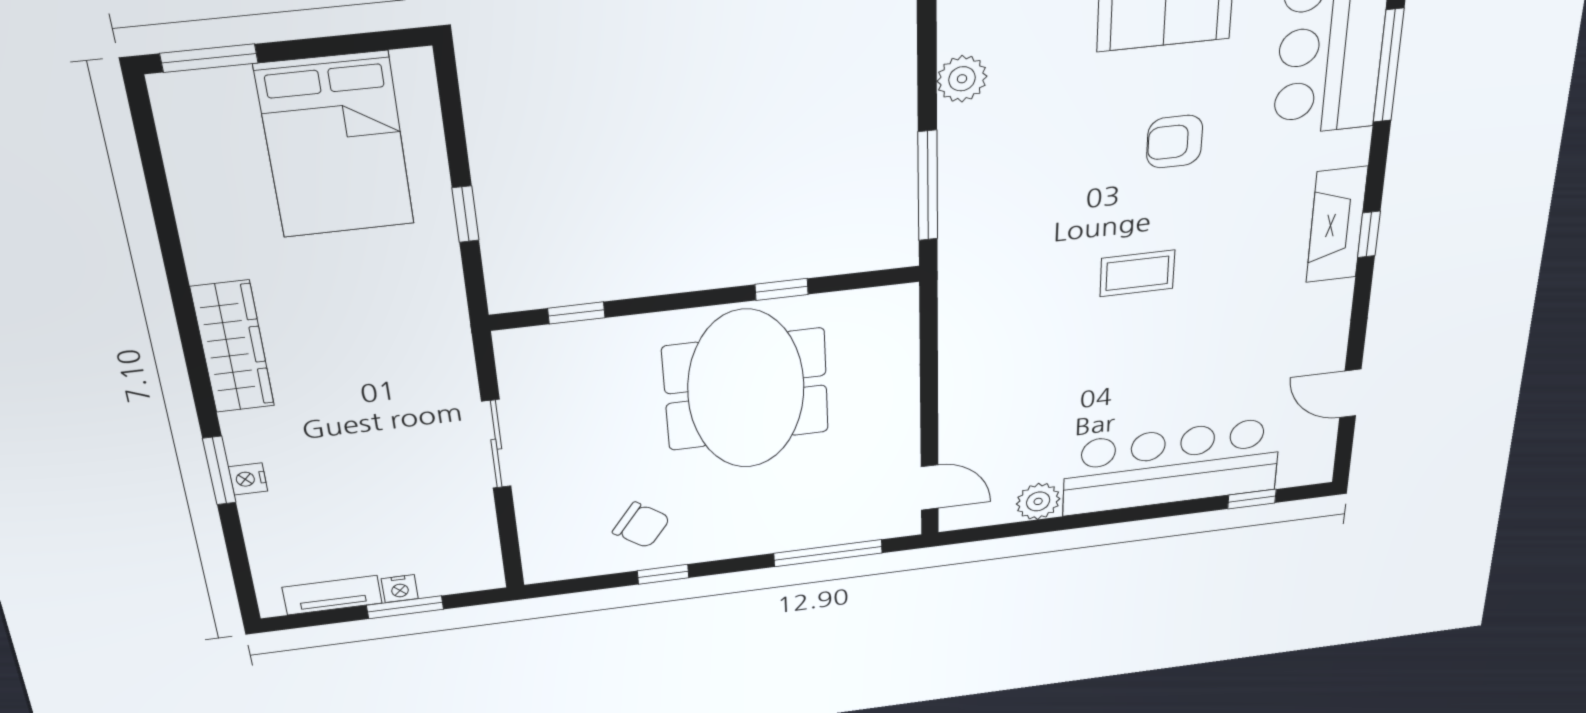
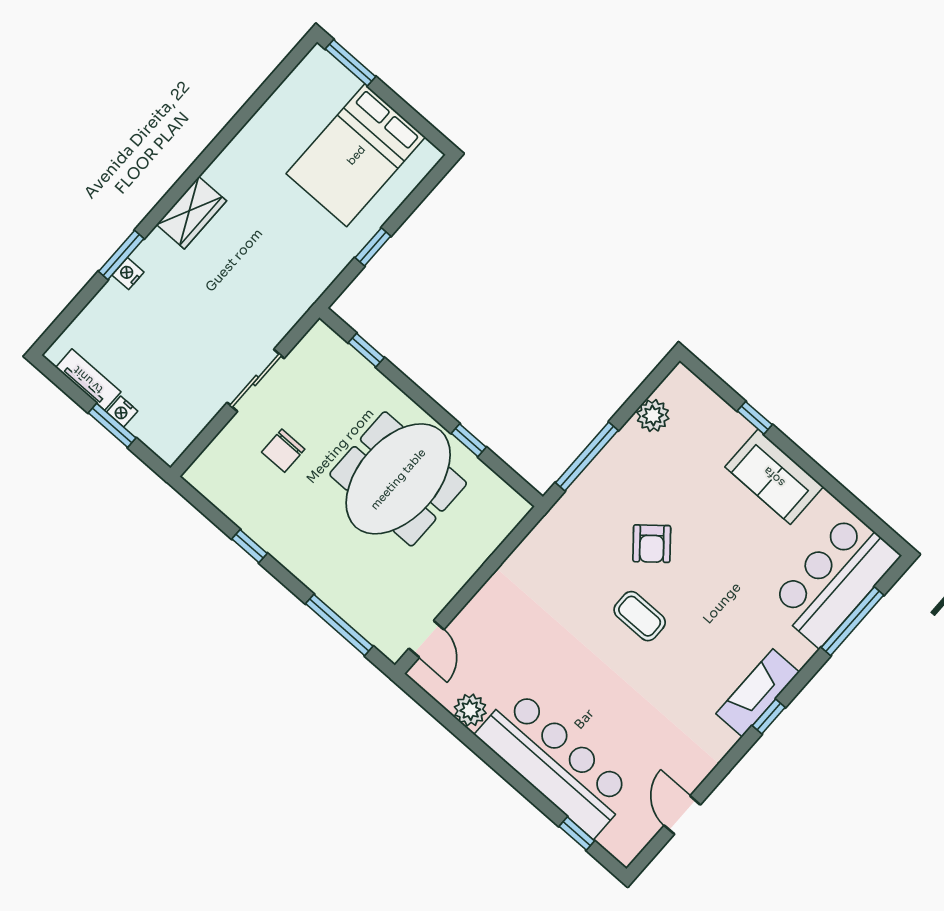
armchair: (1175, 142) -> (652, 544), moved, turned -130
wardrobe: (233, 347) -> (192, 213), width x0.67
chair: (641, 525) -> (283, 451), moved, turned 54

